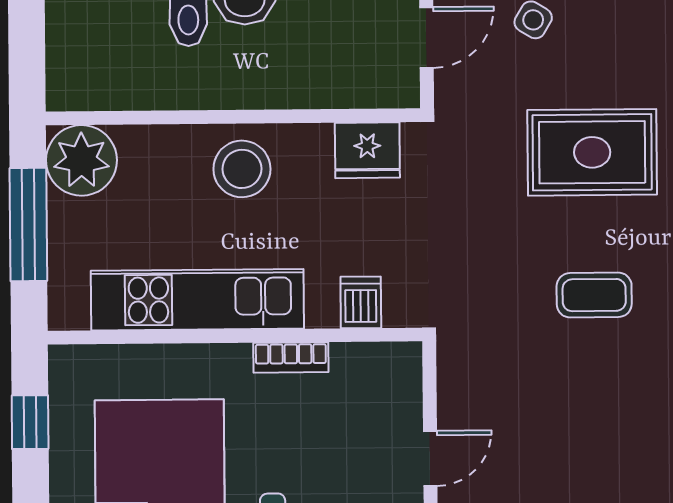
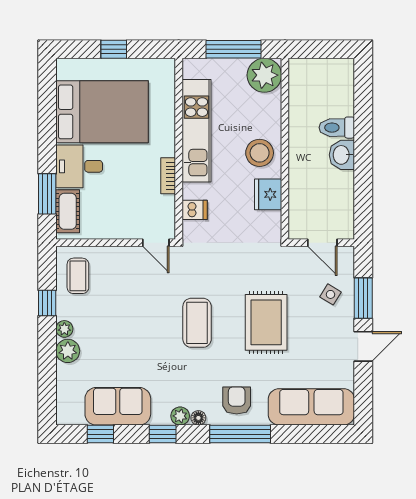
fridge: (367, 150) -> (268, 194), moved
coffee table: (594, 295) -> (197, 323), width x1.36, depth x1.30
window: (30, 422) -> (114, 49), moved
door: (430, 458) -> (156, 243), moved

